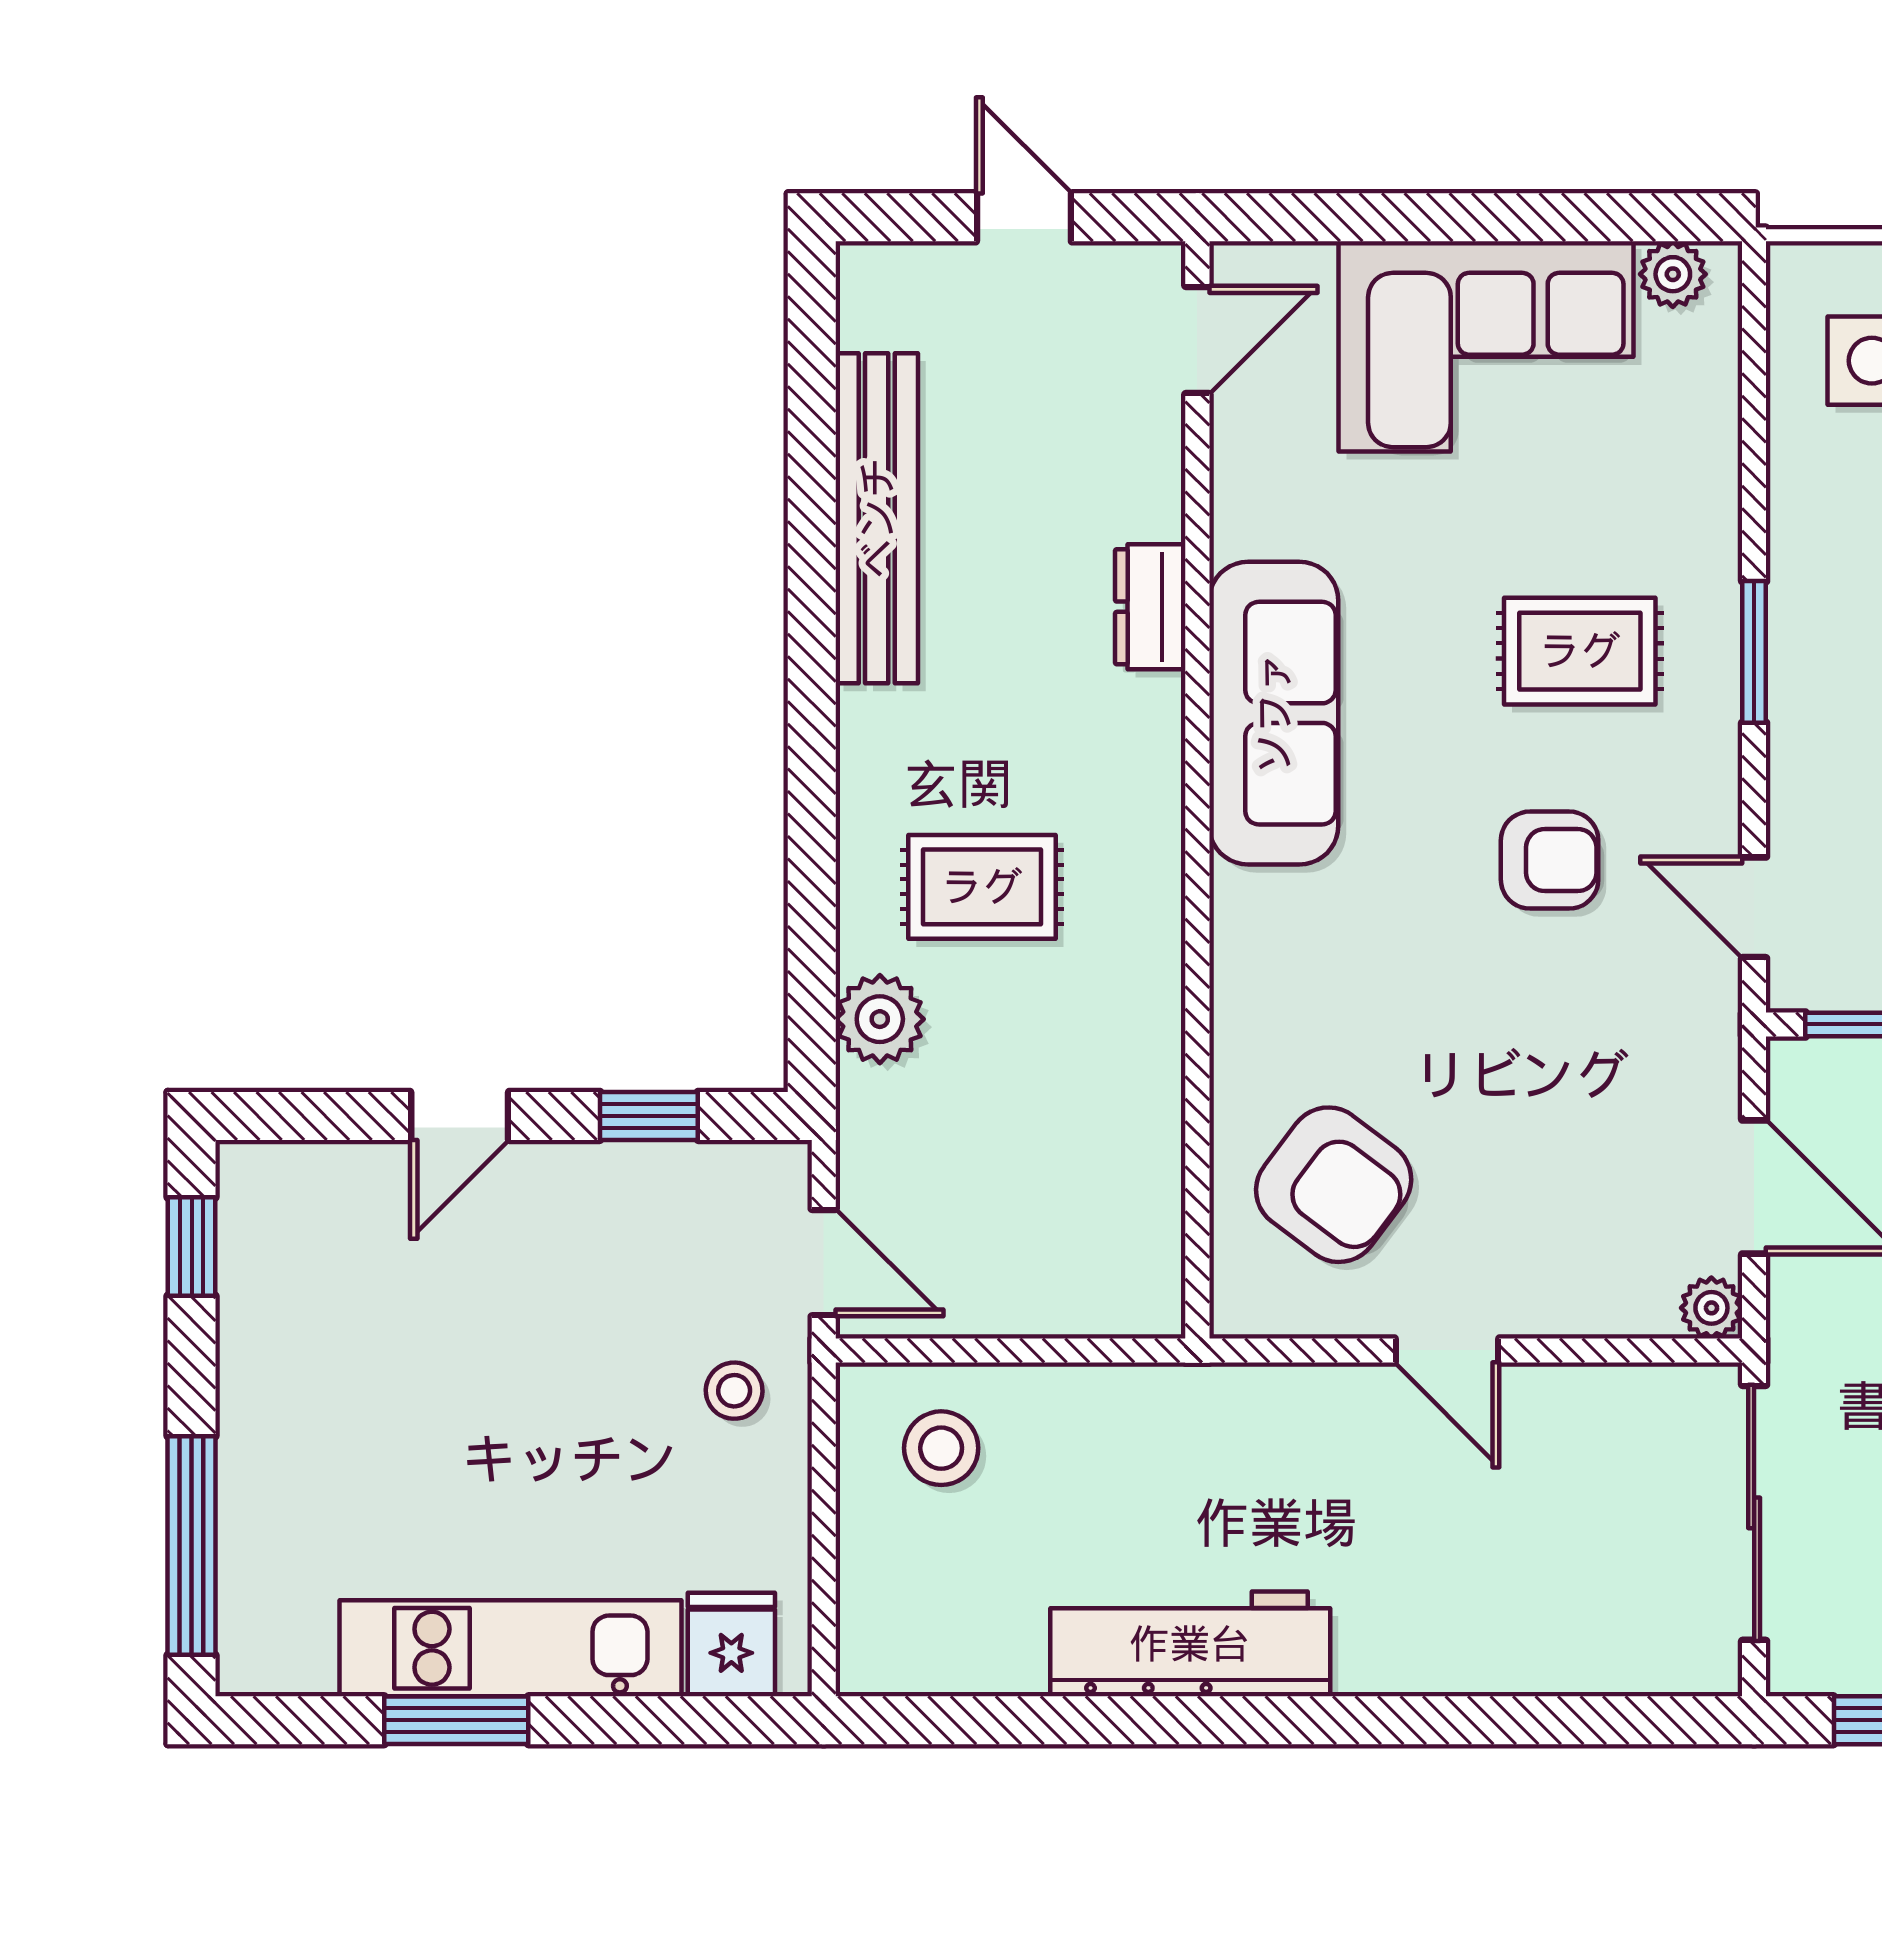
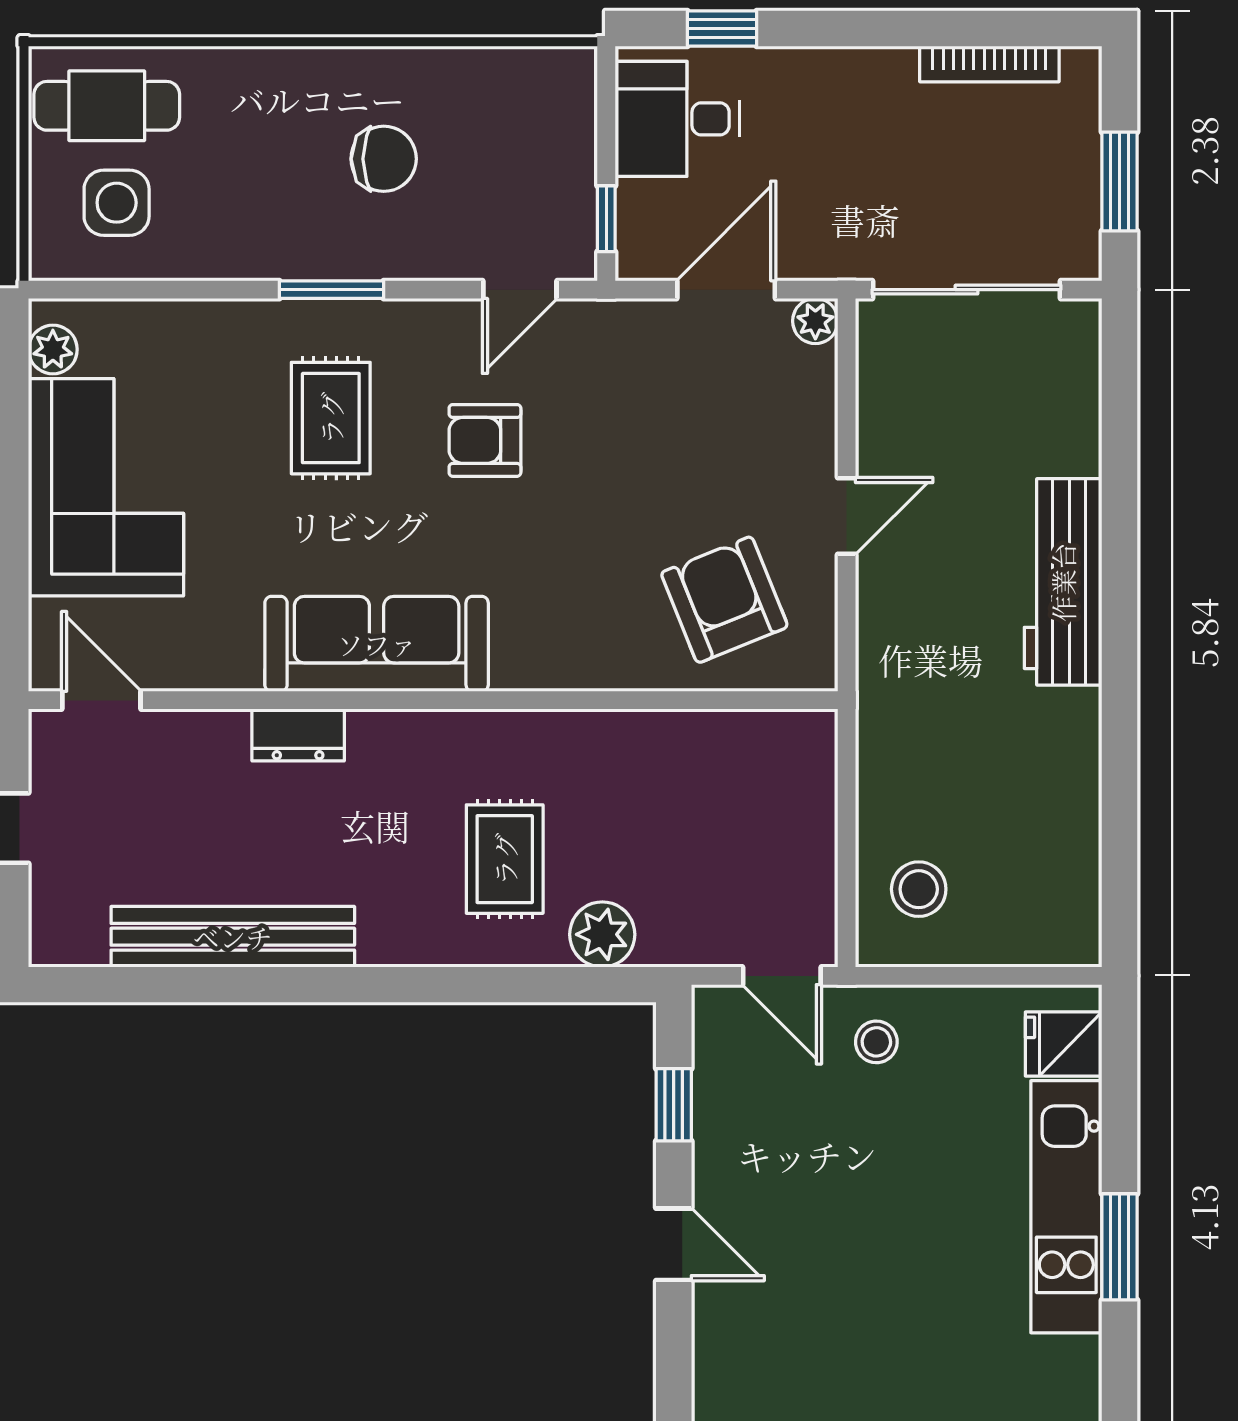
armchair: (1550, 860) -> (485, 440), turned -90
armchair: (1334, 1185) -> (724, 600), turned -59
door: (824, 1263) -> (782, 976), swing flipped
workbench: (1190, 1644) -> (1063, 582), moved

